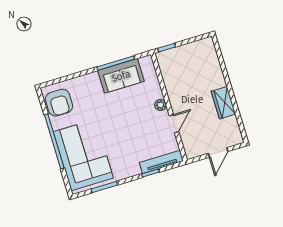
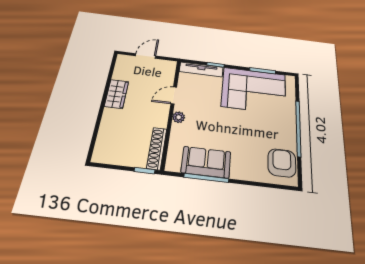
shoe rack: (166, 70) -> (157, 148), added
corner sofa: (83, 155) -> (254, 90), moved, turned -90

